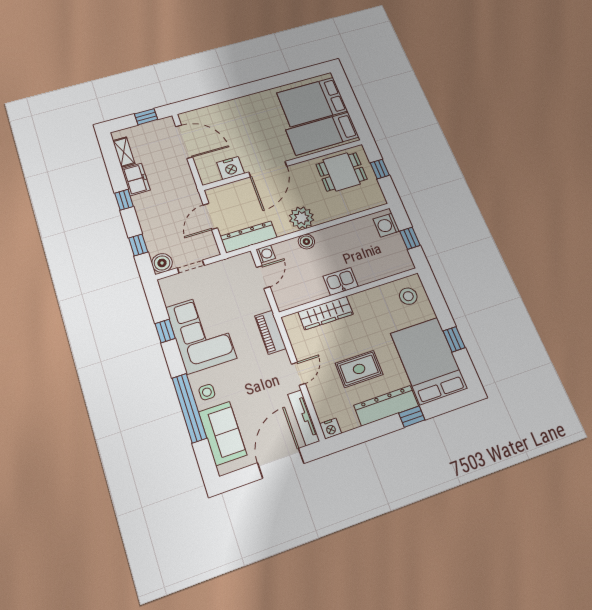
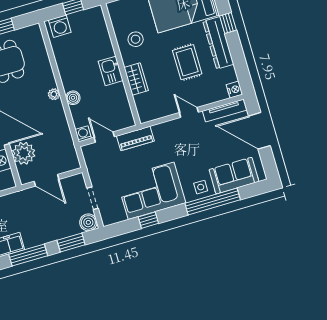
plant: (240, 192) -> (24, 153), added
window: (124, 200) -> (28, 255), width x2.17
plant: (302, 218) -> (54, 94), width x0.53, depth x0.53
dresser: (249, 237) -> (67, 148), removed
window: (138, 245) -> (71, 243), width x1.50
stool: (408, 296) -> (136, 39), moved
wardrobe: (326, 313) -> (136, 79), width x0.67
piano: (270, 332) -> (135, 138), moved

